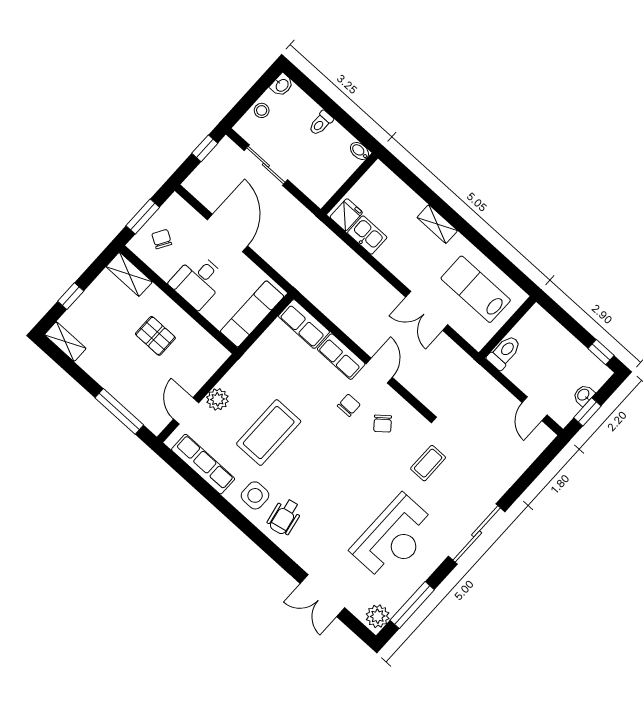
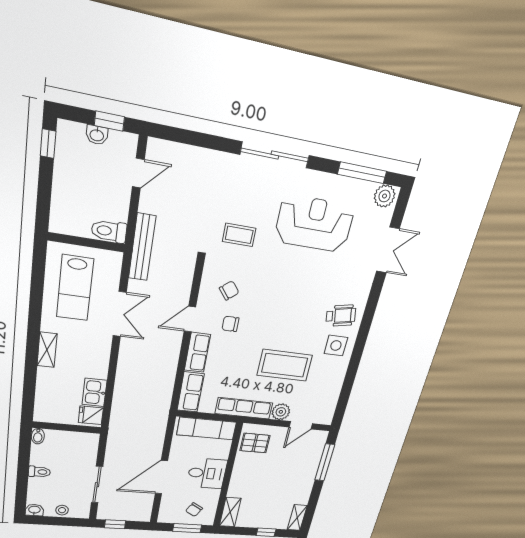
pallet: (155, 336) -> (255, 443), moved, turned 90
bench: (473, 371) -> (142, 247), added
row of seats: (203, 464) -> (244, 408), moved, turned 90

